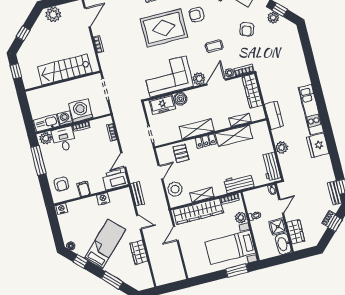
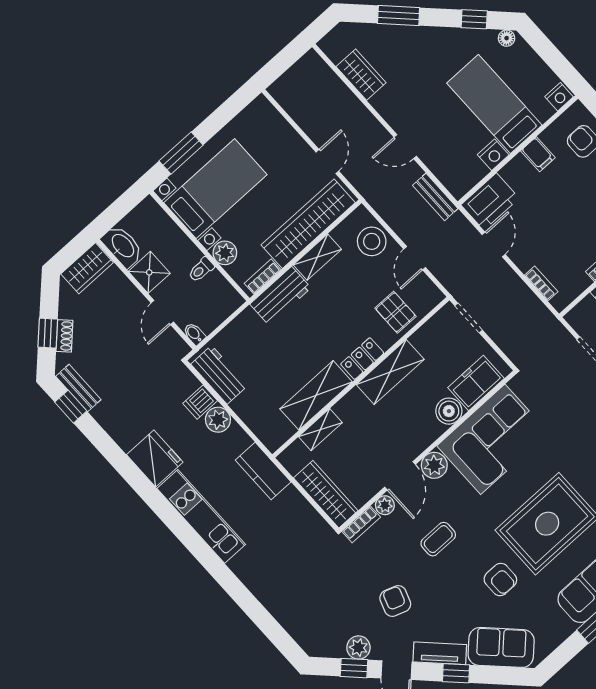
armchair: (197, 15) -> (500, 580), turned 90
dishwasher: (285, 159) -> (200, 402), added
workbench: (239, 183) -> (281, 296), moved
wardrobe: (296, 232) -> (87, 268), moved, turned -90
bed: (105, 244) -> (494, 104), moved, turned 135
wardrobe: (139, 252) -> (361, 75), moved

